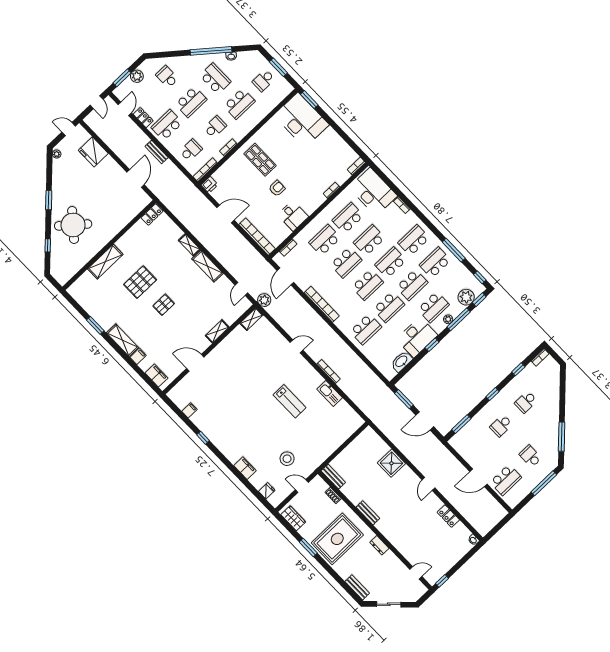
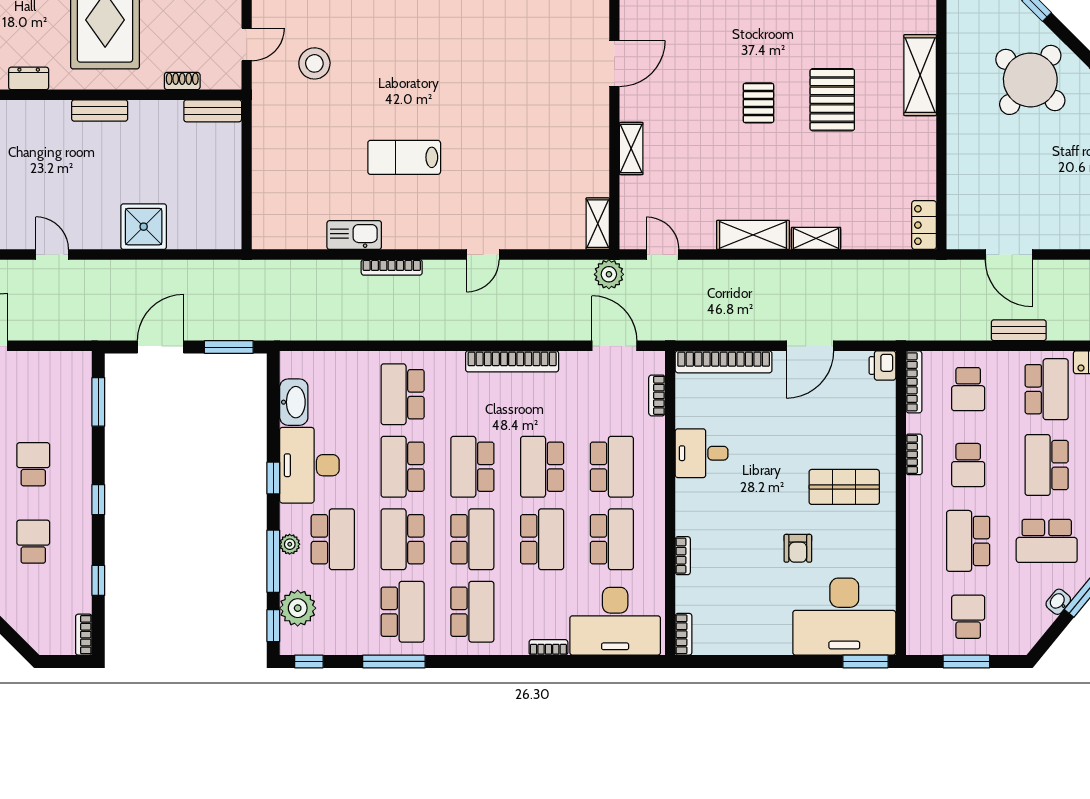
armchair: (277, 188) -> (798, 548), moved
school desk: (433, 307) -> (333, 539), turned 180

